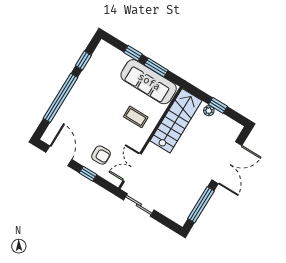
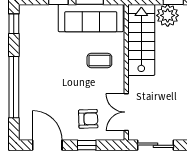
window: (83, 60) -> (14, 24), moved
plant: (209, 111) -> (168, 15), width x1.88, depth x1.88

